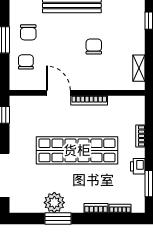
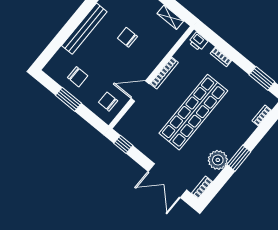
chair: (26, 62) -> (108, 102), moved
printer: (138, 166) -> (198, 42), moved
bookcase: (96, 208) -> (202, 188), moved
window: (58, 219) -> (239, 158), moved

